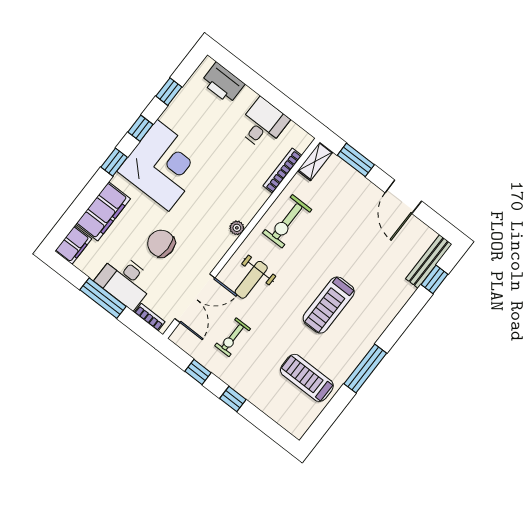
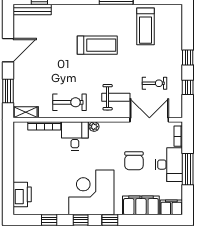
desk: (263, 124) -> (75, 136), moved, turned 90

